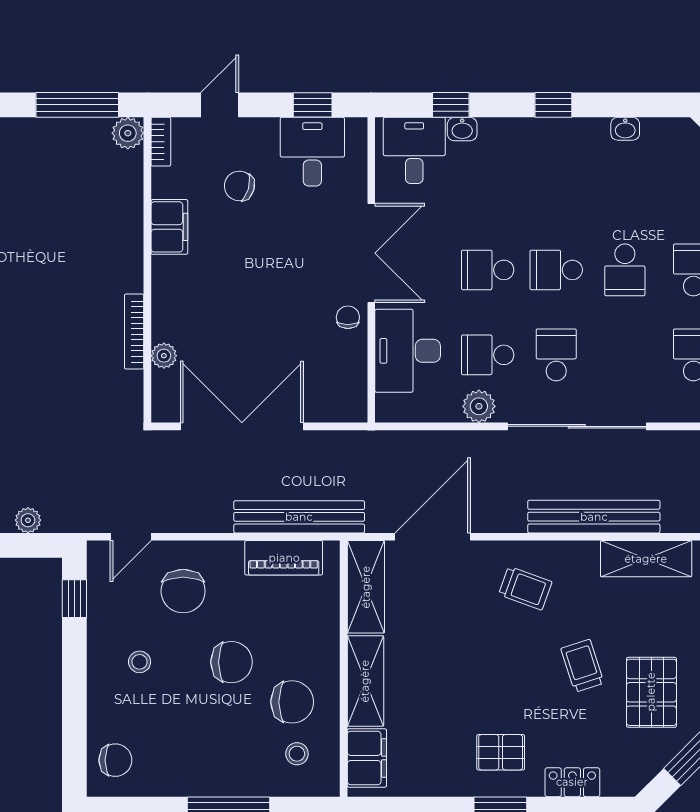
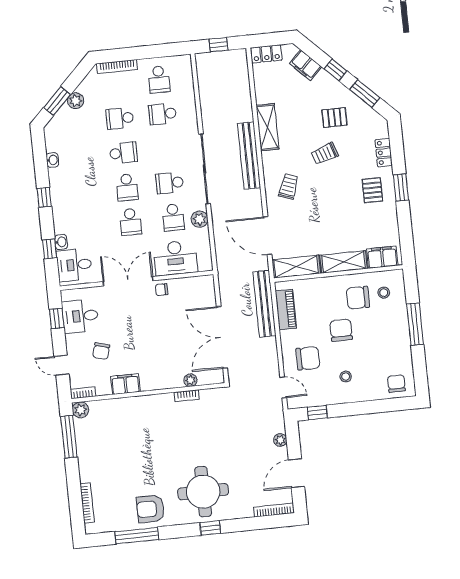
bookcase: (134, 332) -> (187, 396), width x0.64
pallet: (651, 692) -> (334, 118), width x0.67, depth x0.71
chair: (292, 702) -> (358, 298), turned -90

